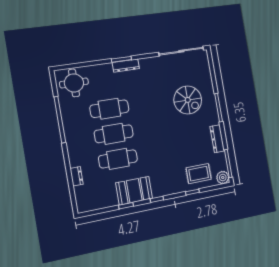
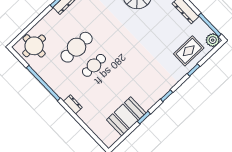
cafe table: (114, 134) -> (94, 65), width x0.73, depth x0.74
cafe table: (118, 159) -> (111, 84), removed
dresser: (77, 176) -> (73, 104), moved
booth: (134, 191) -> (126, 116), moved

